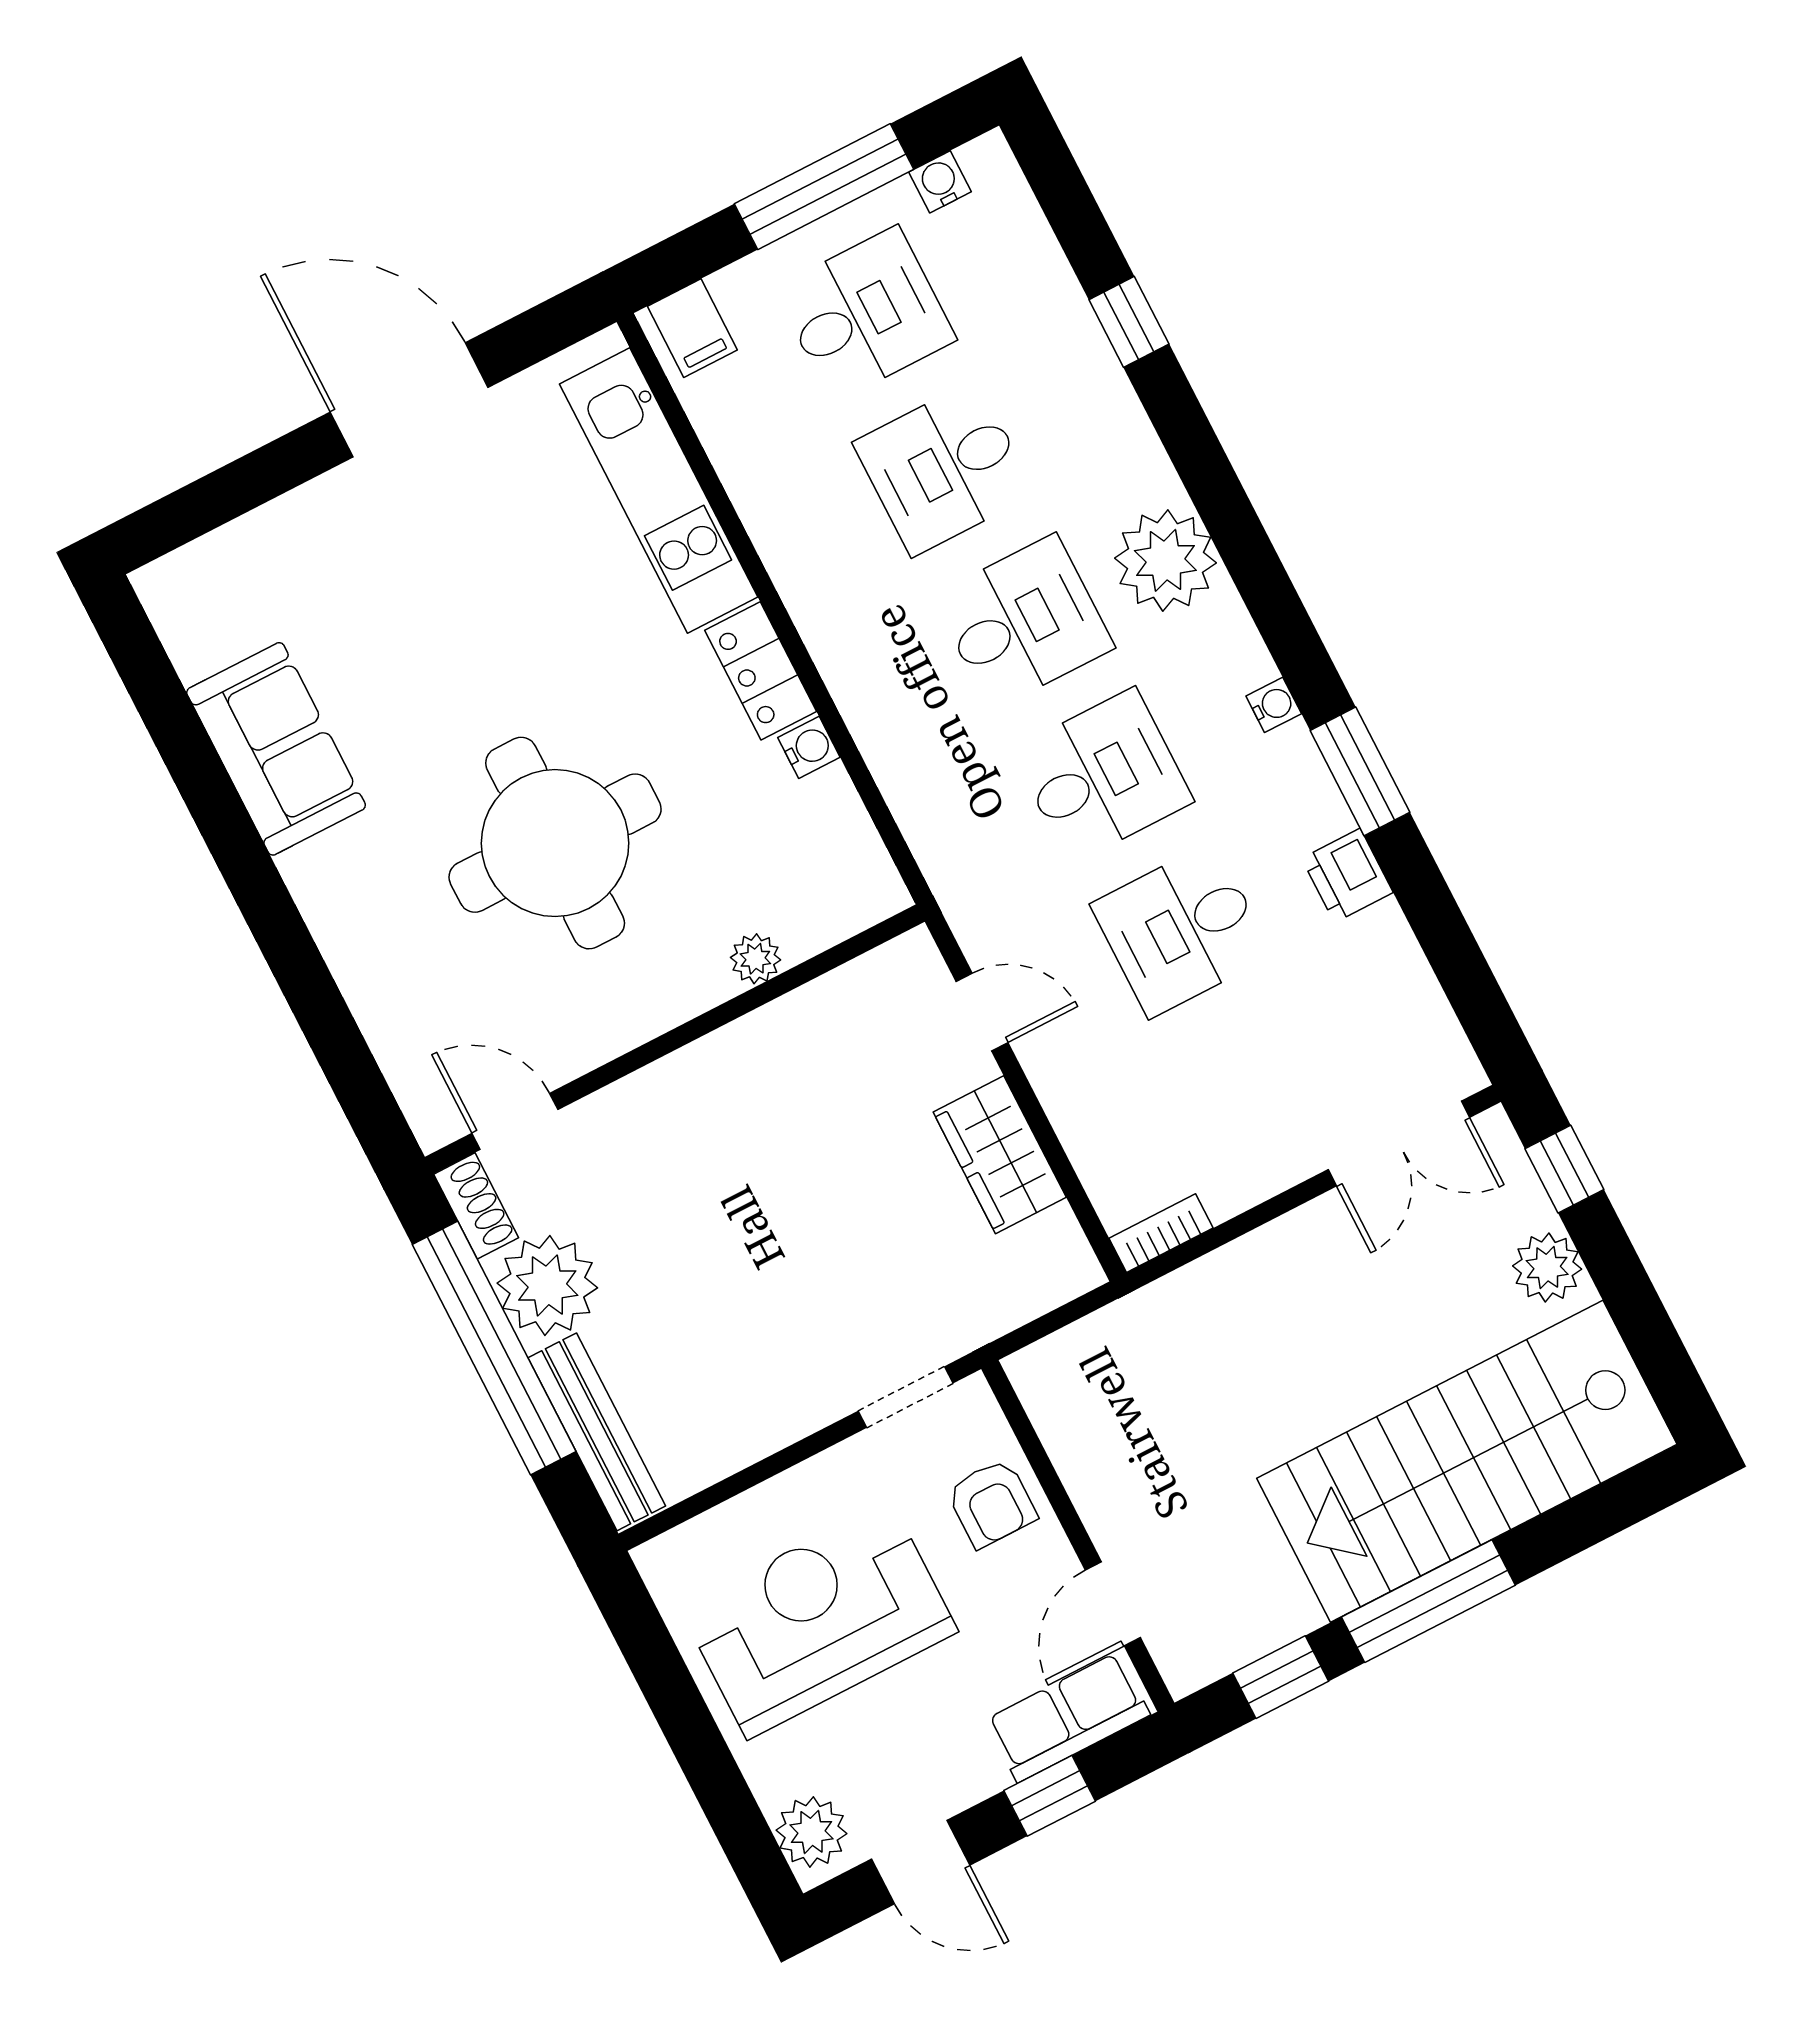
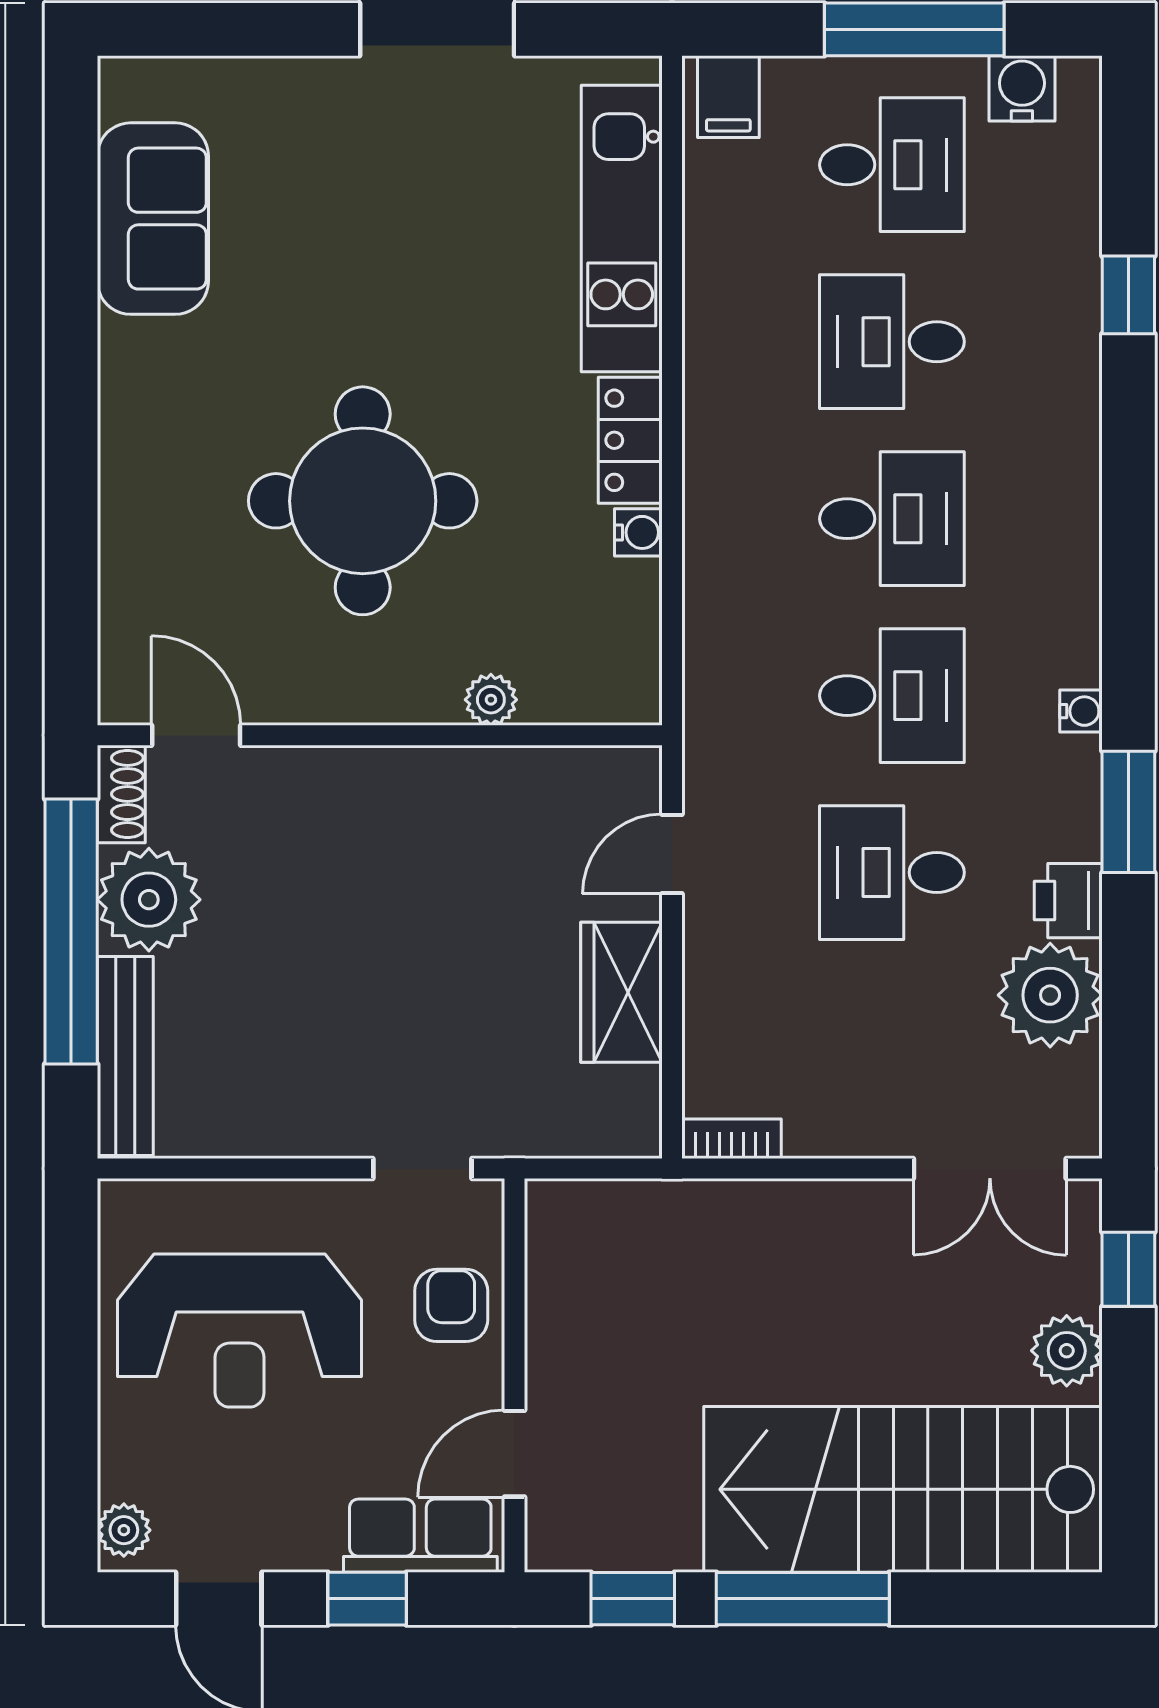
water cooler: (940, 182) -> (1022, 88), width x1.38, depth x1.38
plant: (1165, 560) -> (1050, 995), moved
sofa: (276, 749) -> (153, 219), moved
door: (982, 1012) -> (672, 854), swing flipped
armchair: (992, 1503) -> (451, 1305), turned 180
reception desk: (819, 1620) -> (240, 1331), turned 180
plant: (812, 1832) -> (124, 1530), width x0.73, depth x0.73

